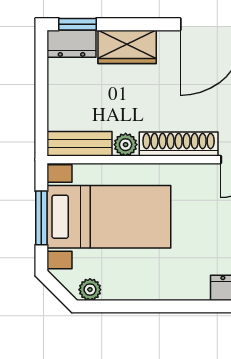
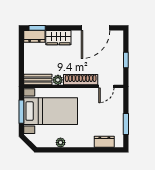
plant: (90, 290) -> (61, 143), moved

